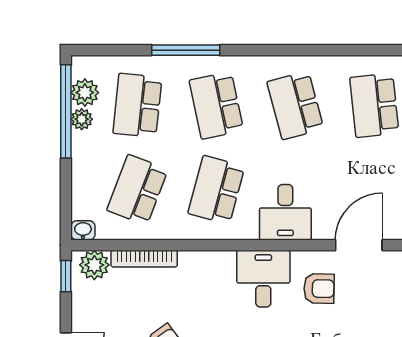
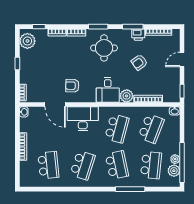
school desk: (295, 105) -> (83, 165), turned 33
desk: (285, 212) -> (83, 119), width x1.37
door: (359, 245) -> (55, 105), hinge flipped
plant: (94, 265) -> (127, 96), moved
desk: (263, 279) -> (108, 90), moved

